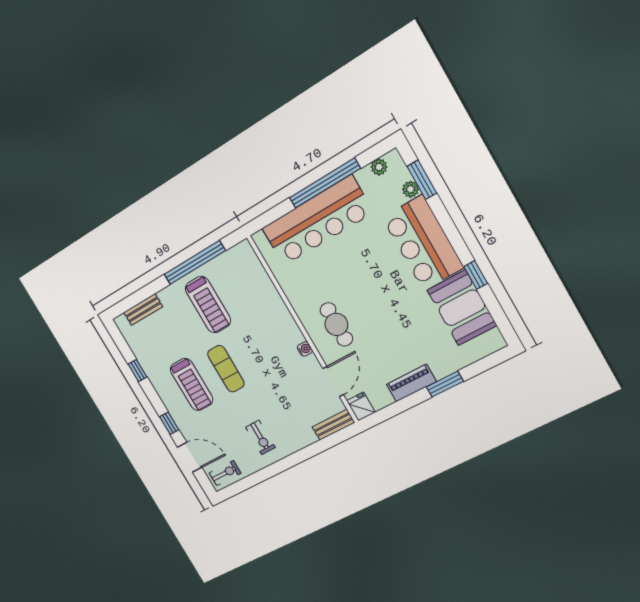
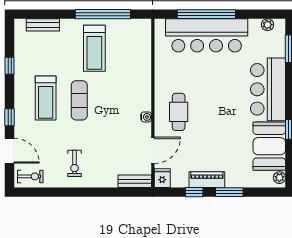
window: (325, 183) -> (206, 14), moved
plant: (410, 189) -> (279, 178), moved
window: (405, 404) -> (194, 192), added

